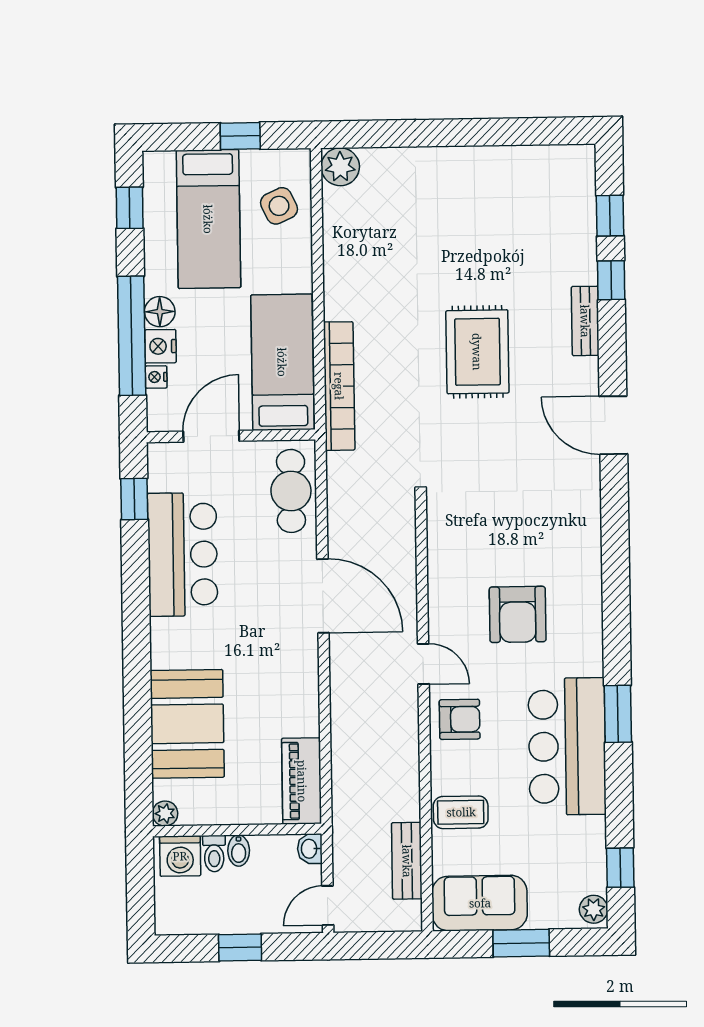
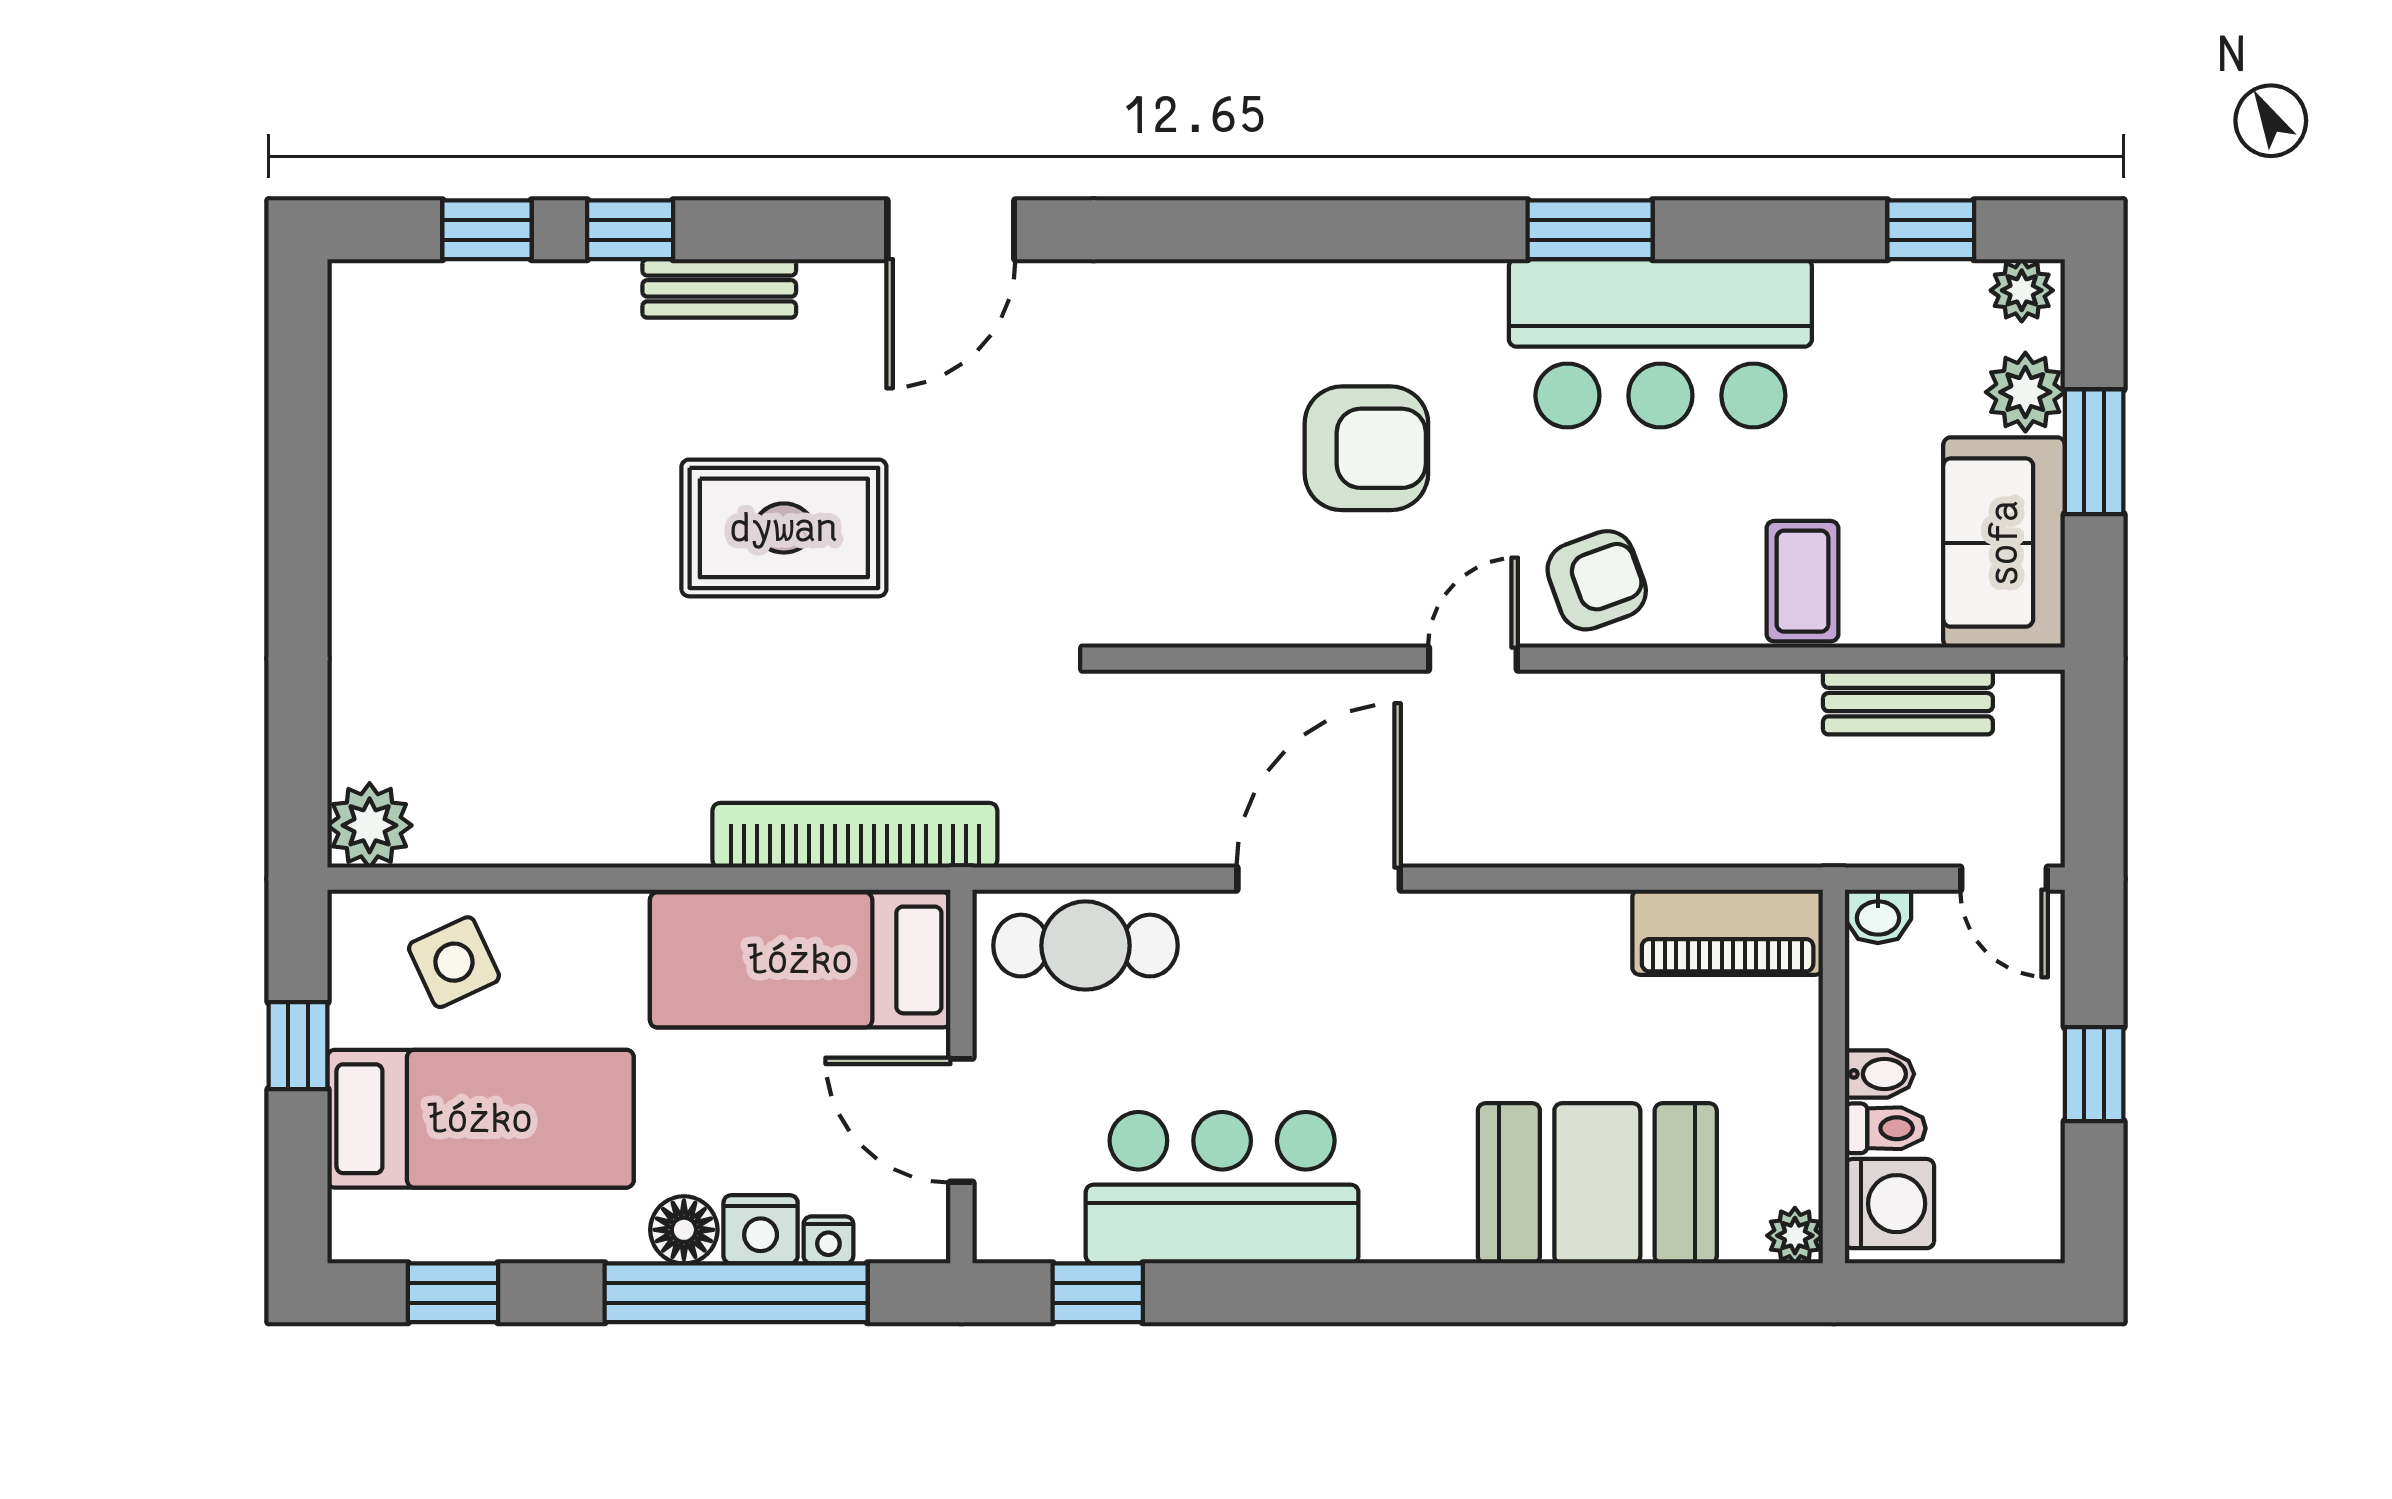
armchair: (460, 719) -> (1597, 580), turned 70
plant: (548, 912) -> (2025, 392), added

